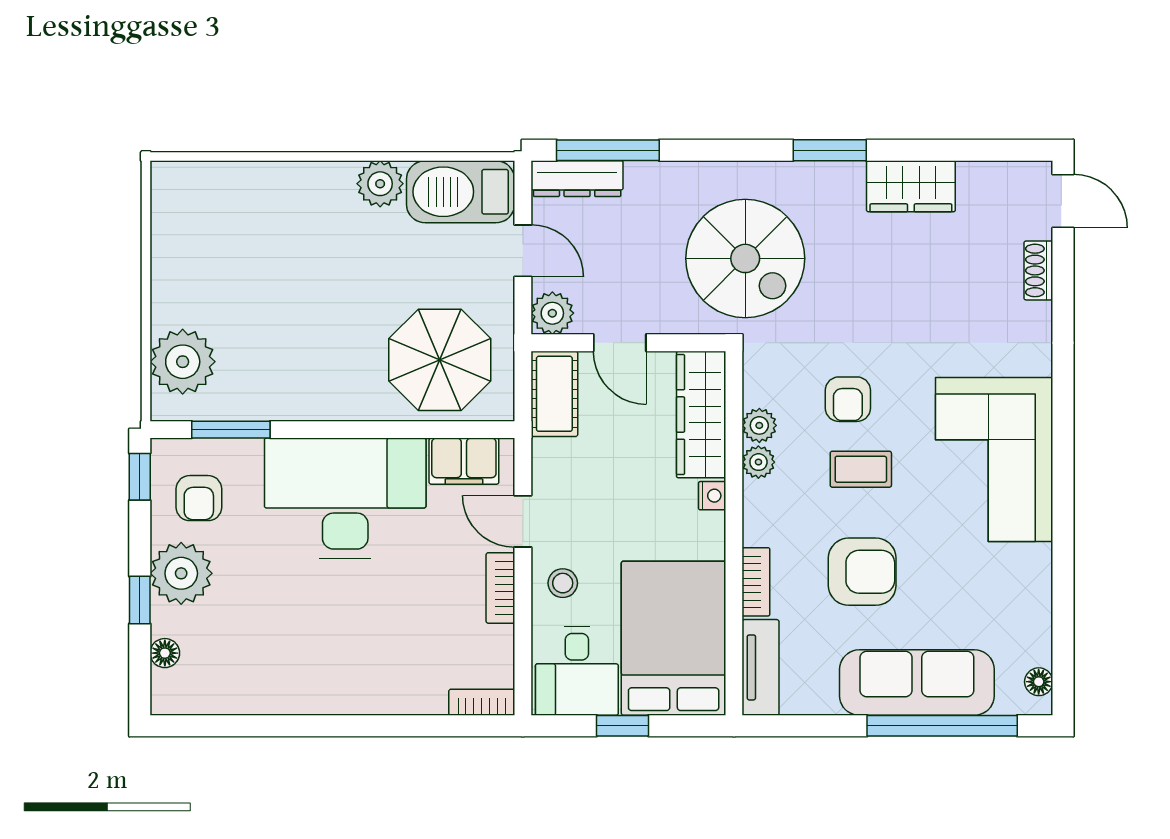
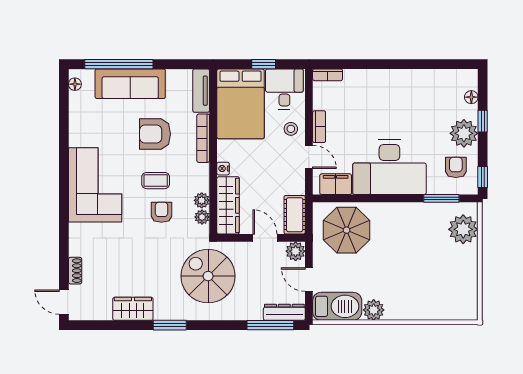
plant: (758, 462) -> (202, 217), moved
bookcase: (756, 582) -> (203, 138), width x1.56

